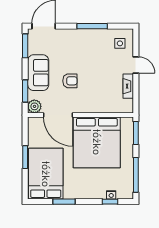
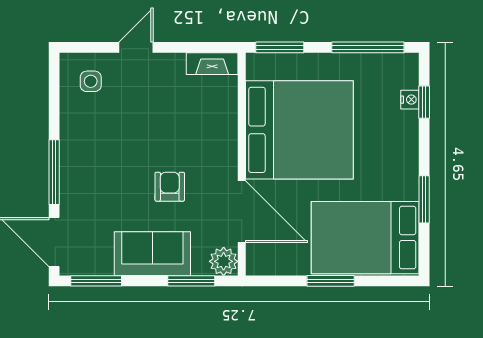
window: (92, 26) -> (54, 172), moved
fireplace: (128, 86) -> (212, 64), moved
door: (58, 115) -> (242, 212), hinge flipped

